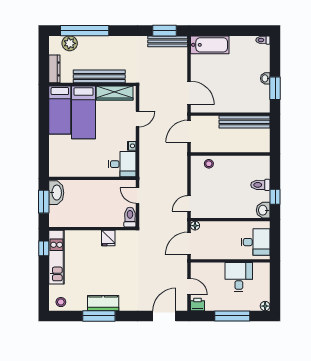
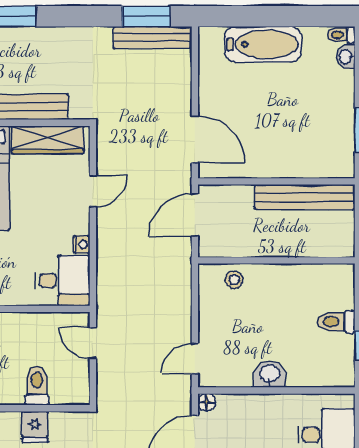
bathtub: (210, 45) -> (263, 44), moved
washbasin: (265, 78) -> (346, 57), moved
washbasin: (263, 210) -> (270, 374), moved, turned 90
toilet: (130, 217) -> (37, 385), moved

